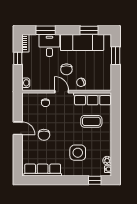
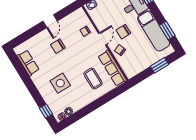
row of seats: (43, 170) -> (28, 63), width x0.68

